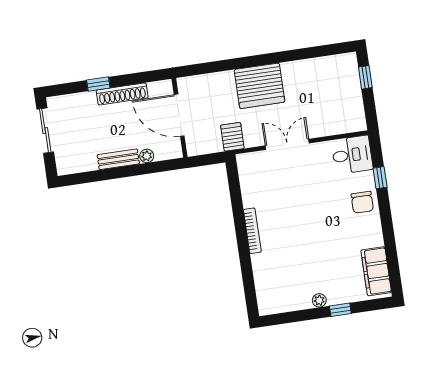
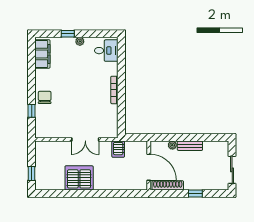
server rack: (260, 86) -> (79, 178), moved
shoe rack: (122, 94) -> (168, 185), moved
desk: (352, 155) -> (106, 51), moved, turned 180

